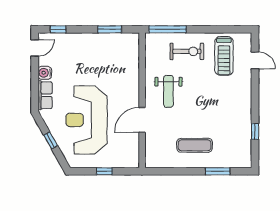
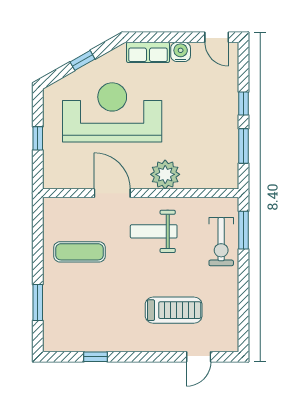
window: (58, 29) -> (244, 104), moved
window: (168, 29) -> (244, 230), width x0.69
exercise bike: (187, 51) -> (221, 242), moved
treadmill: (224, 56) -> (174, 310), moved, turned 180
plant: (129, 83) -> (165, 174), added
exercise mat: (195, 145) -> (79, 252), moved, turned 90

